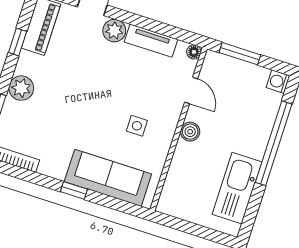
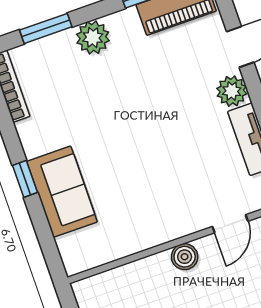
side table: (137, 126) -> (147, 194), removed
sofa: (108, 178) -> (62, 192), width x0.73

